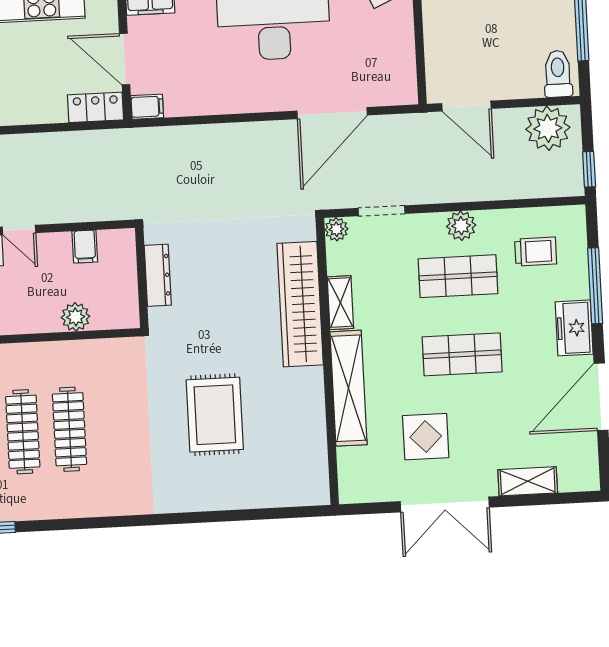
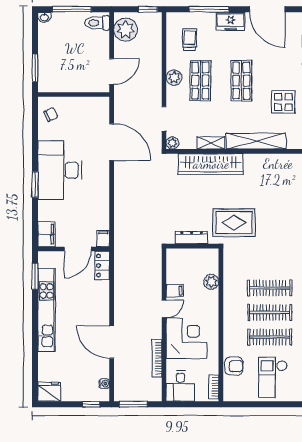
filing cabinet: (85, 247) -> (175, 291), moved
rug: (215, 415) -> (234, 223), moved

